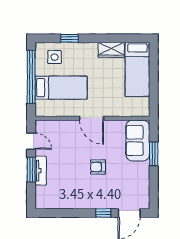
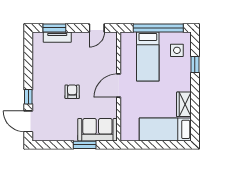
window: (31, 170) -> (54, 28), moved
tv unit: (41, 171) -> (57, 37), moved

